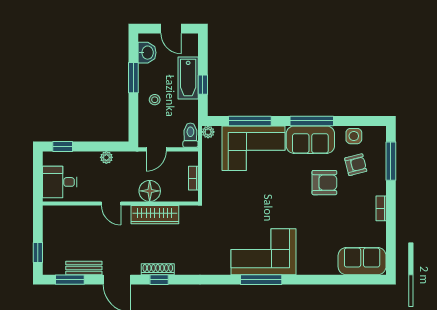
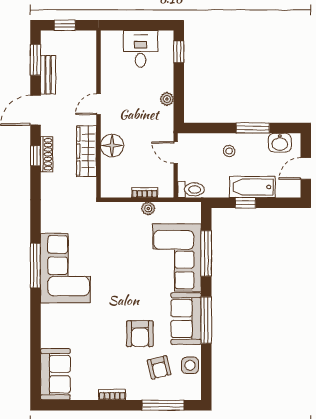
plant: (208, 132) -> (148, 208), moved
floor lamp: (150, 191) -> (112, 146), moved
door: (111, 204) -> (99, 104), moved
wall: (120, 204) -> (99, 114), moved
wardrobe: (155, 215) -> (87, 151), moved

